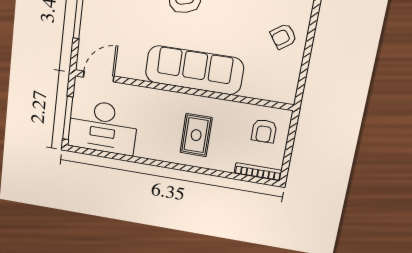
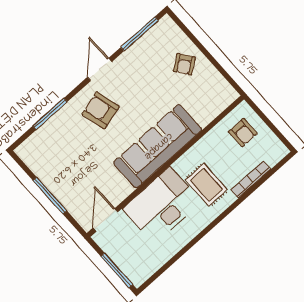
desk: (103, 127) -> (162, 205), moved, turned 180
bookcase: (258, 172) -> (251, 180), moved

